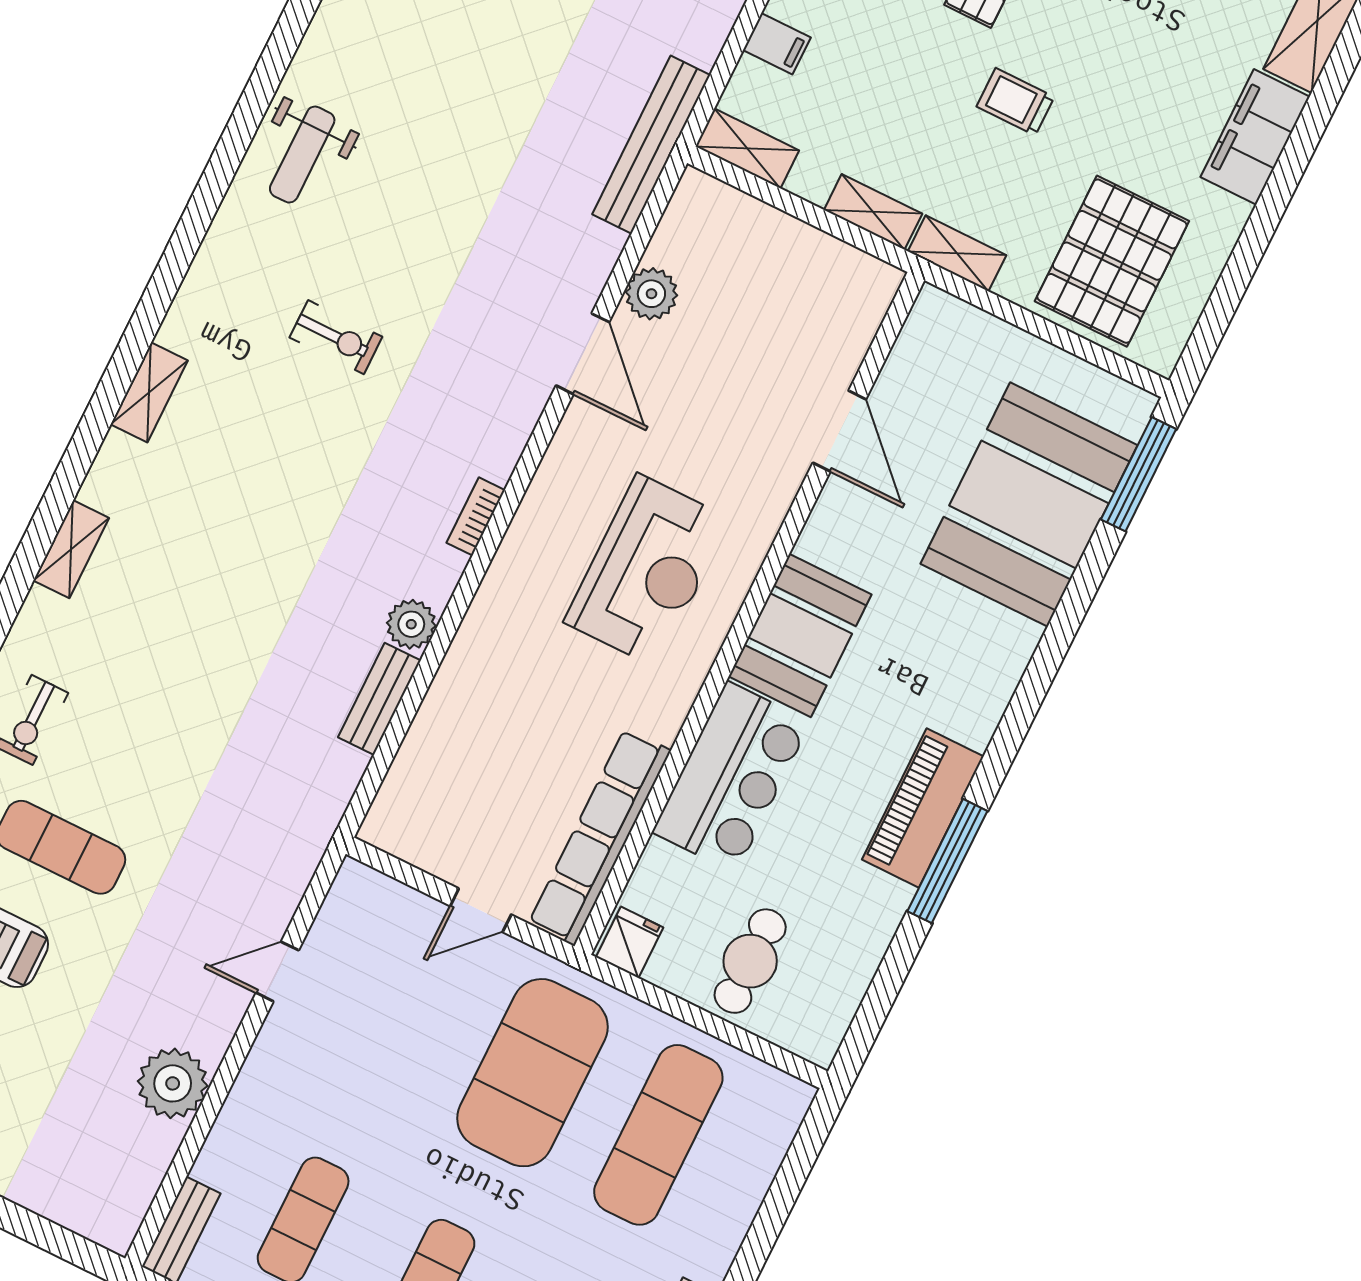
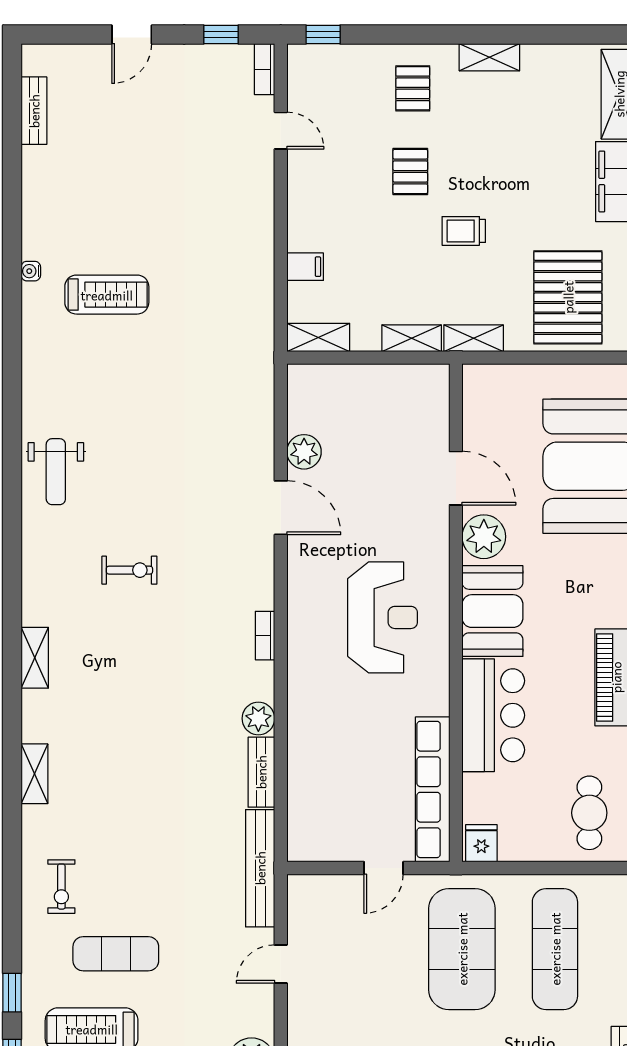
bench: (651, 145) -> (260, 868), moved
plant: (838, 529) -> (484, 537), added
cafe table: (750, 961) -> (589, 813), moved

